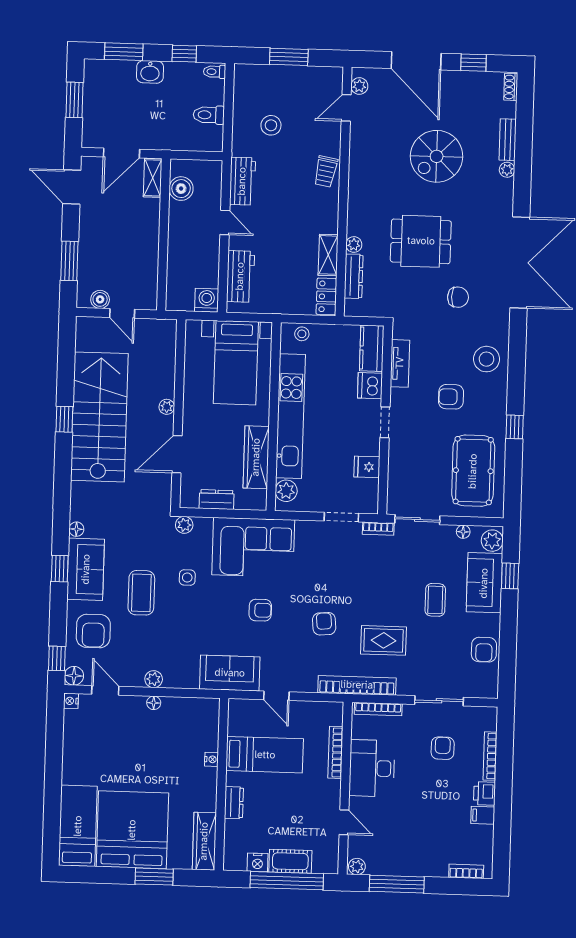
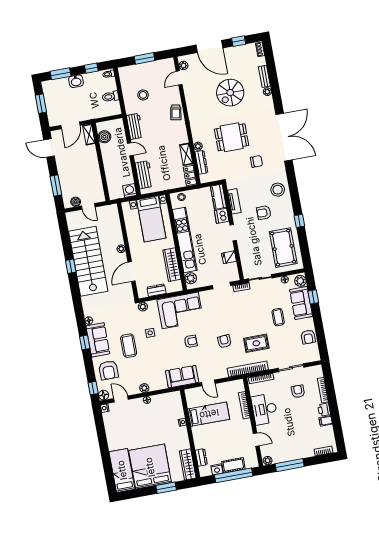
dresser: (234, 803) -> (201, 457), moved

